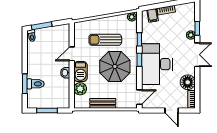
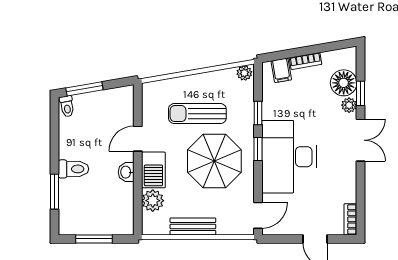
floor lamp: (188, 82) -> (344, 83), moved
toilet: (35, 84) -> (73, 169), moved

